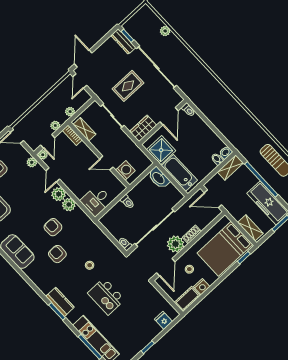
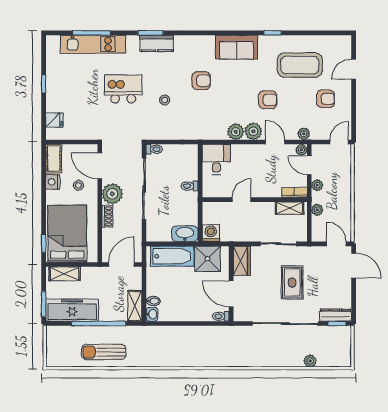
washing machine: (125, 170) -> (211, 233), moved, turned 180
armchair: (53, 227) -> (268, 100), moved

